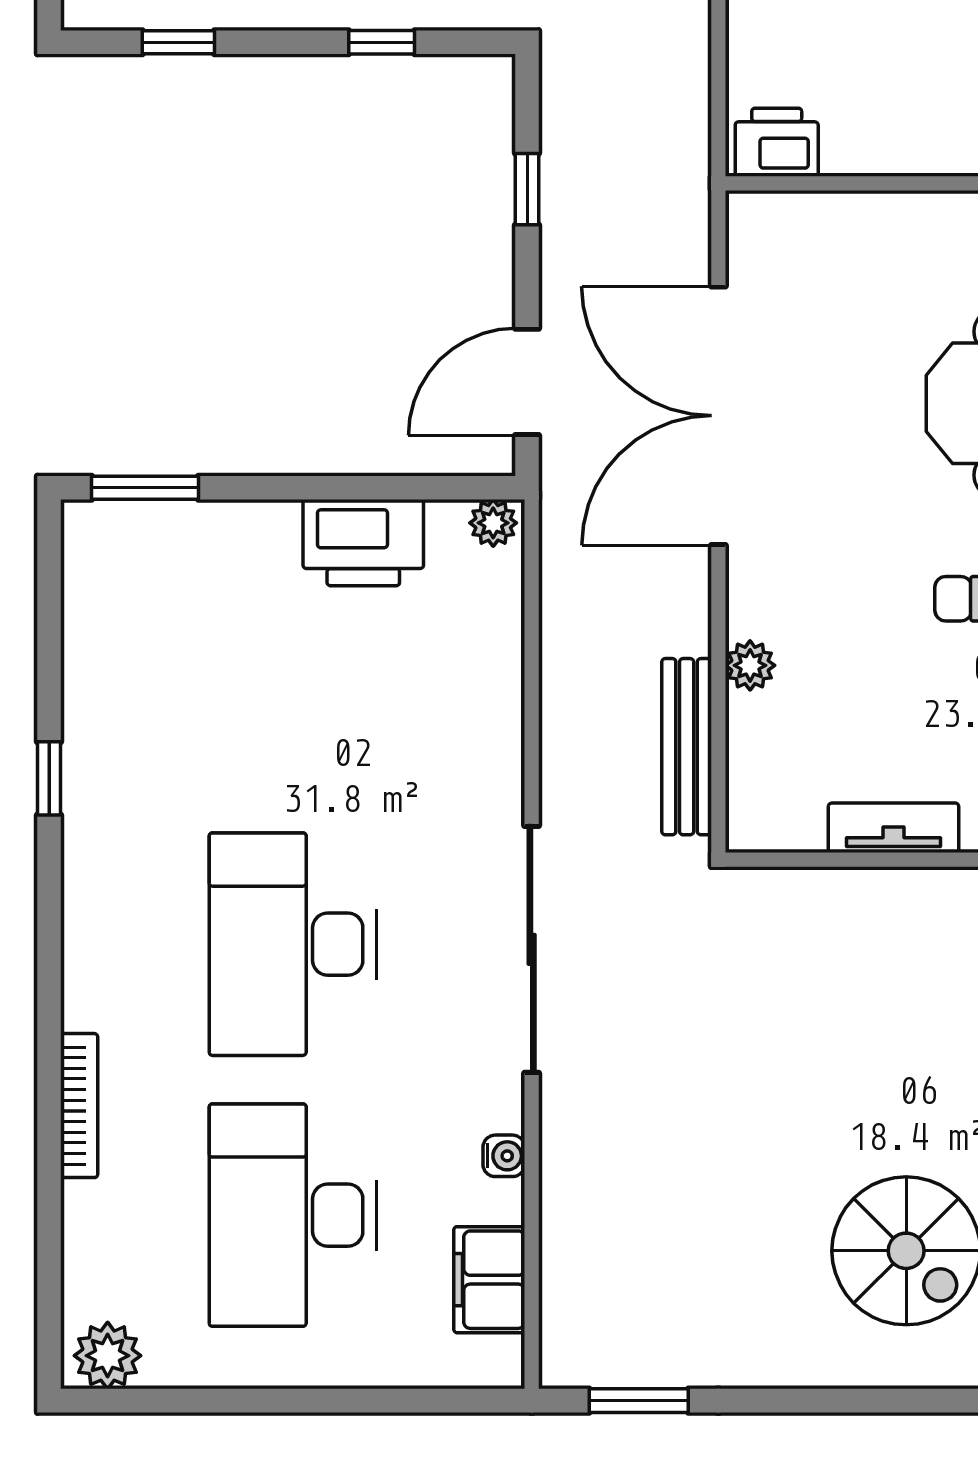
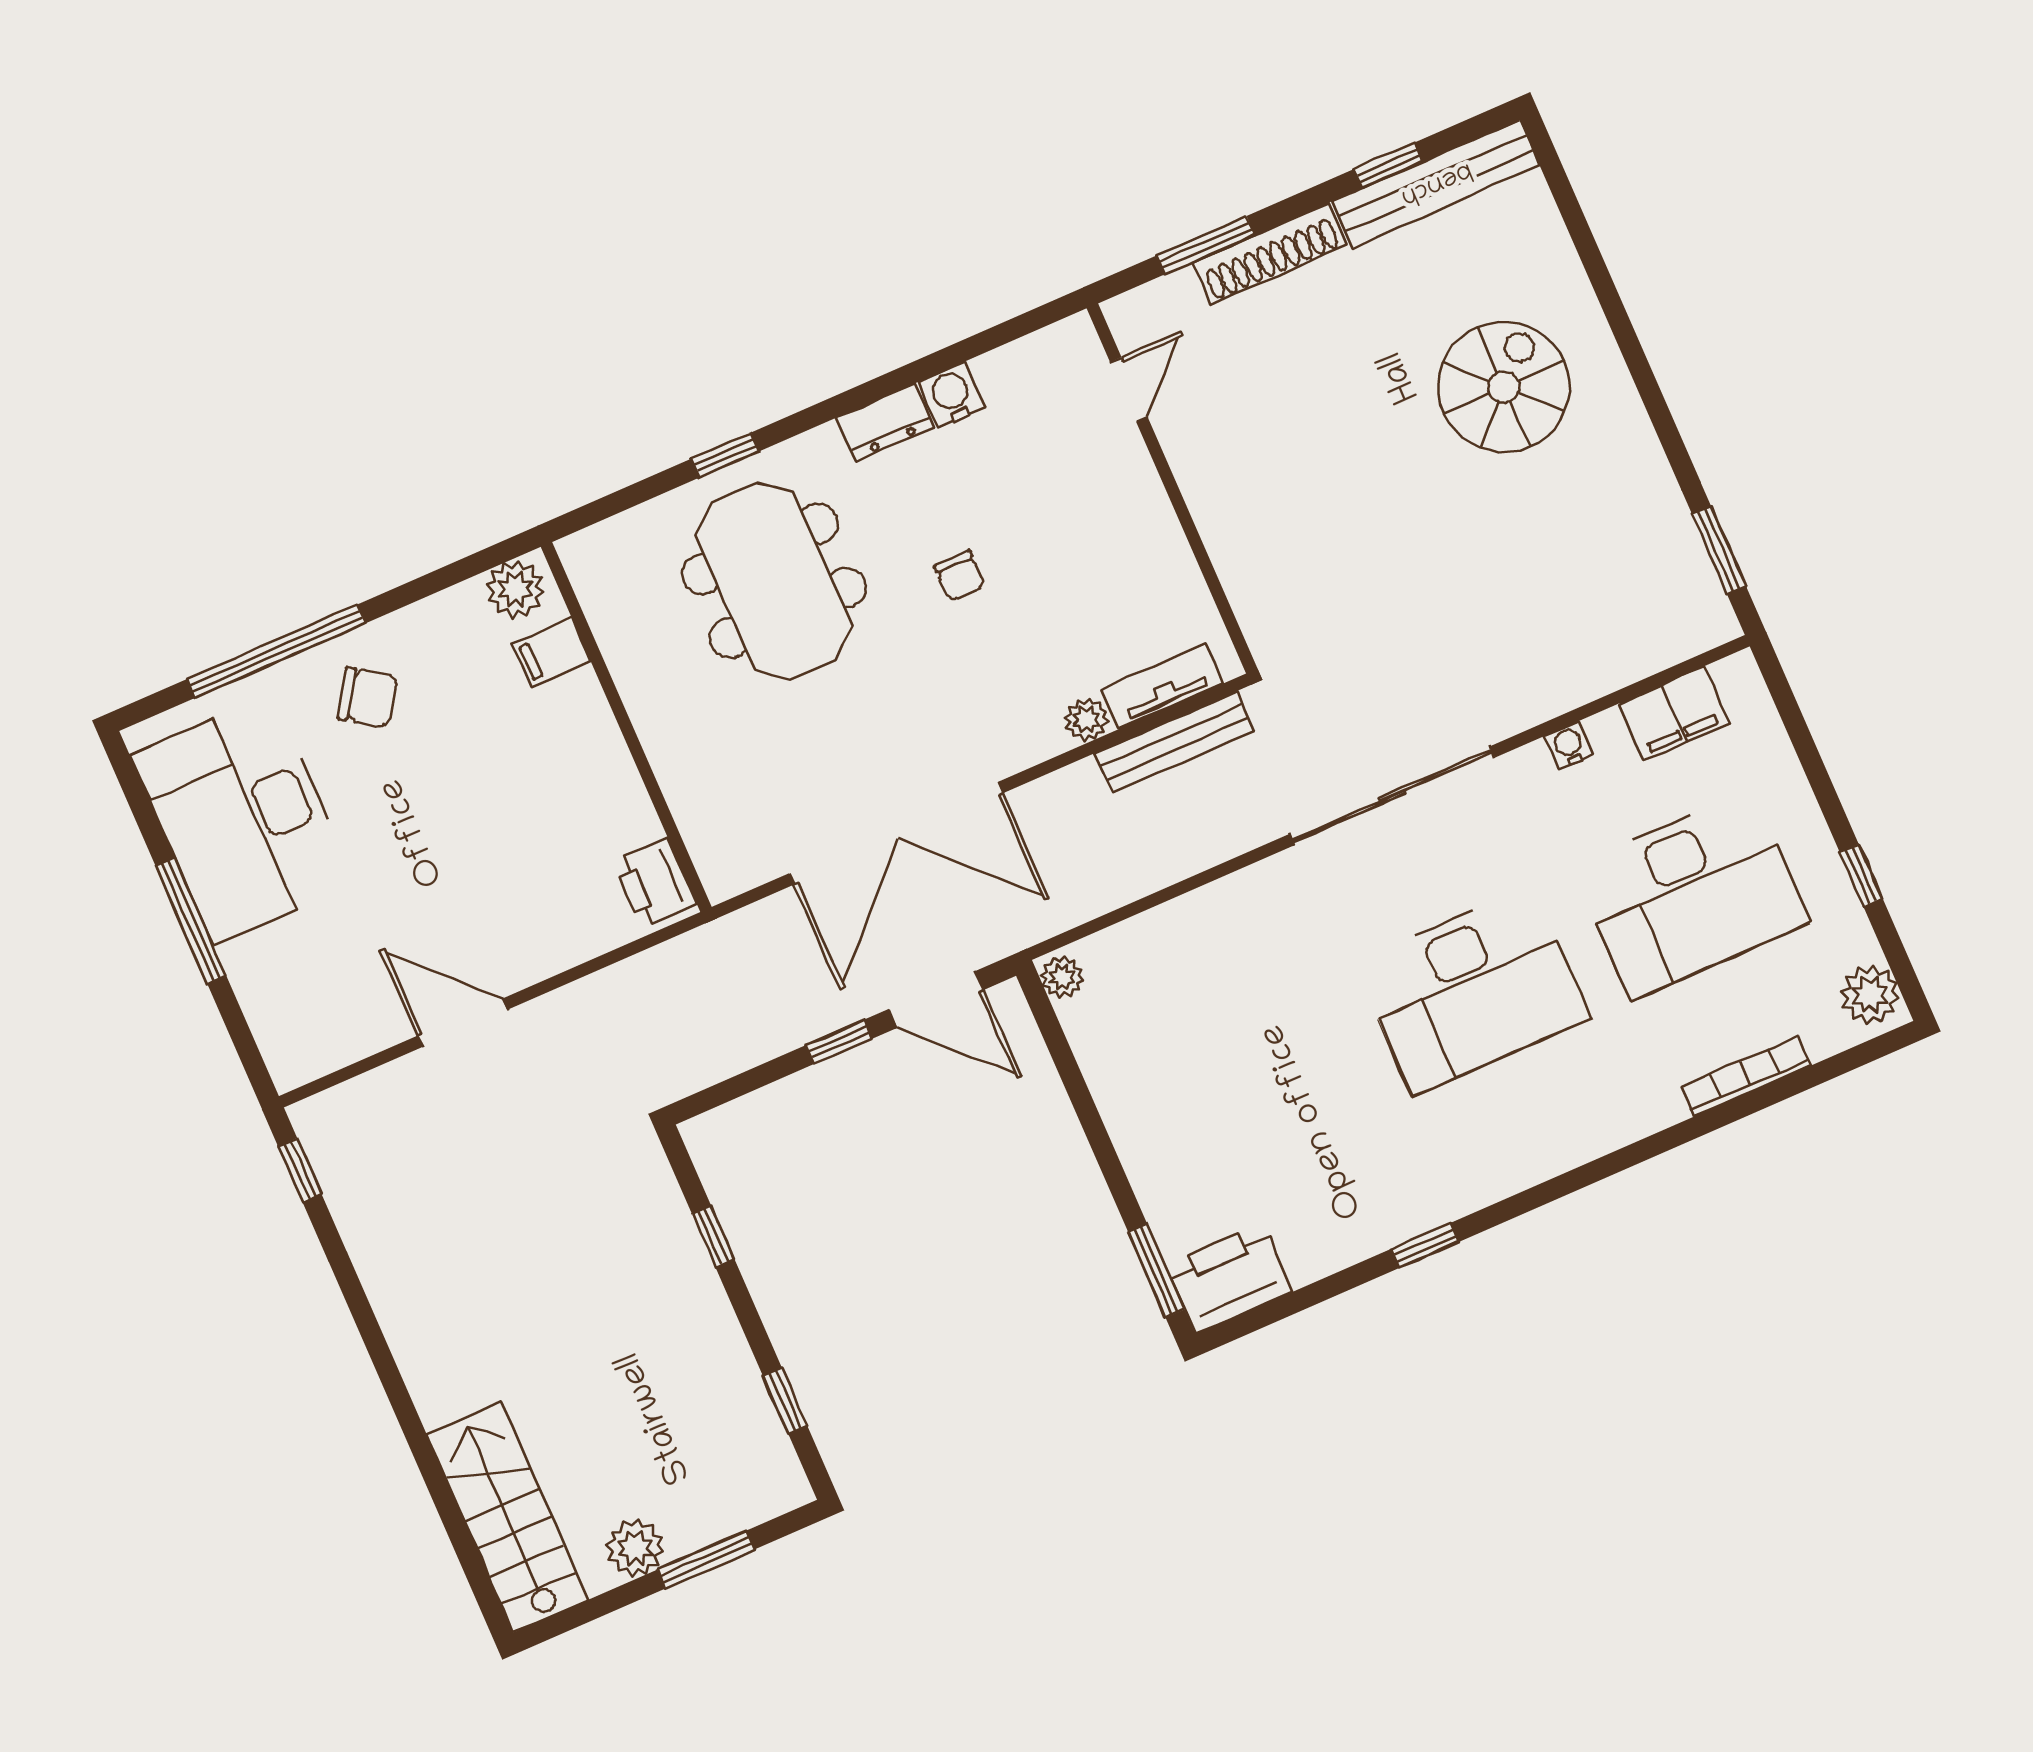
window: (527, 189) -> (839, 1042), moved
printer: (363, 543) -> (1229, 1278), moved, turned -90
tv unit: (894, 828) -> (1163, 686), moved, turned 90
bookcase: (79, 1106) -> (1746, 1076), moved
window: (236, 1401) -> (1861, 876), added

